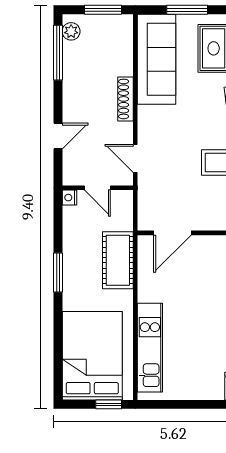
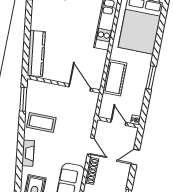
door: (135, 158) -> (91, 146), moved
door: (172, 233) -> (80, 87), hinge flipped

